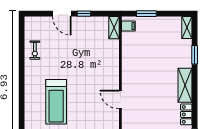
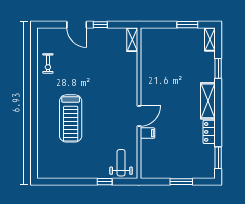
window: (146, 14) -> (187, 25), moved
filing cabinet: (128, 26) -> (148, 133), moved
door: (120, 99) -> (139, 116), swing flipped

